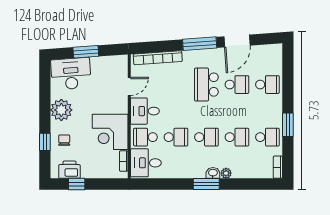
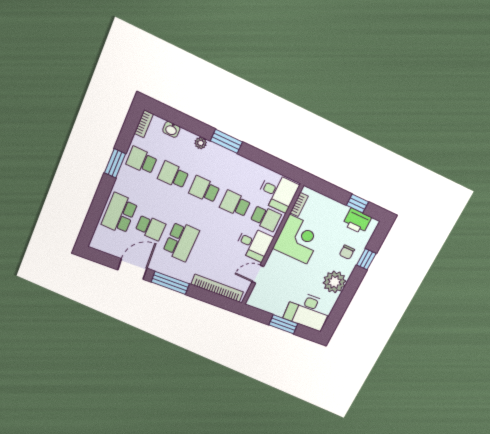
school desk: (237, 85) -> (150, 227), turned 180
school desk: (267, 85) -> (119, 213), width x1.85
washbasin: (213, 173) -> (171, 129), moved

